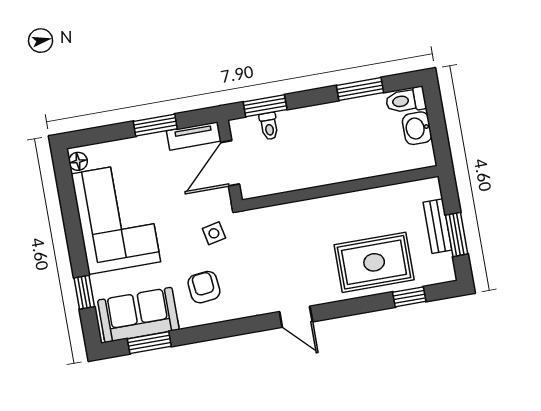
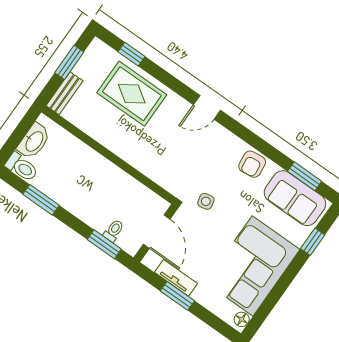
washbasin: (417, 128) -> (34, 141), width x1.38
tv unit: (194, 136) -> (176, 278), moved
door: (230, 163) -> (157, 232), hinge flipped
bench: (438, 226) -> (65, 93), moved
armchair: (204, 287) -> (252, 164), moved
door: (296, 317) -> (207, 107), swing flipped

